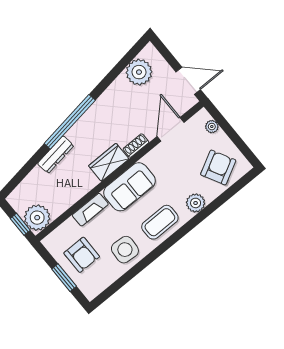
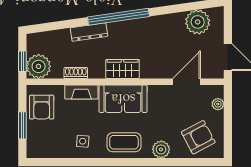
shoe rack: (136, 146) -> (76, 73), moved
side table: (125, 250) -> (83, 141), width x0.54, depth x0.54
armchair: (82, 255) -> (42, 107), moved

